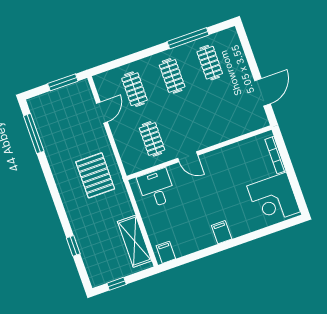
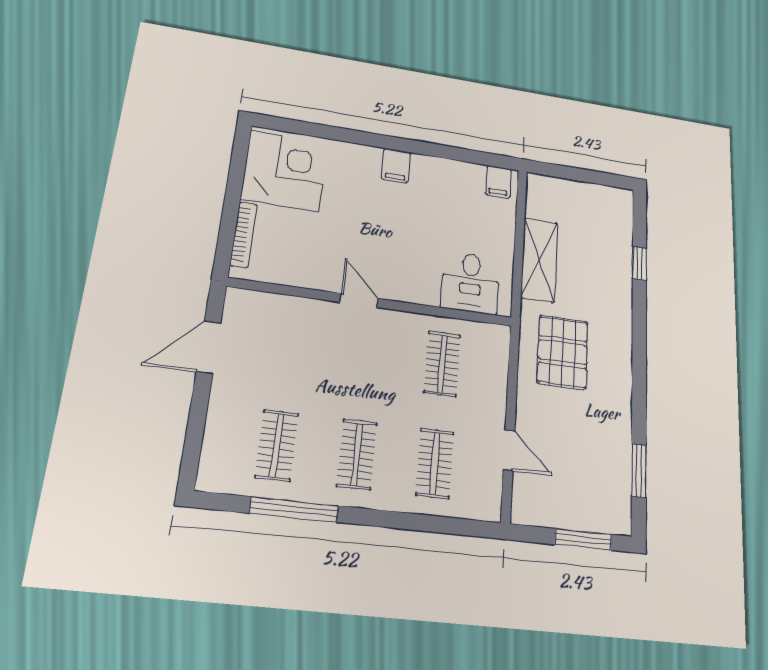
window: (63, 82) -> (583, 539), moved
door: (102, 113) -> (509, 450), swing flipped
window: (34, 134) -> (639, 471), width x0.69
door: (188, 157) -> (359, 300), moved
shelving: (134, 241) -> (539, 260), moved
window: (117, 284) -> (594, 177), removed

